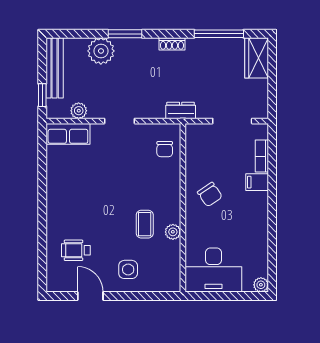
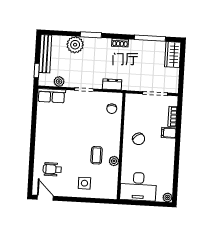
dresser: (181, 110) -> (112, 84), moved
door: (90, 296) -> (45, 198), moved

